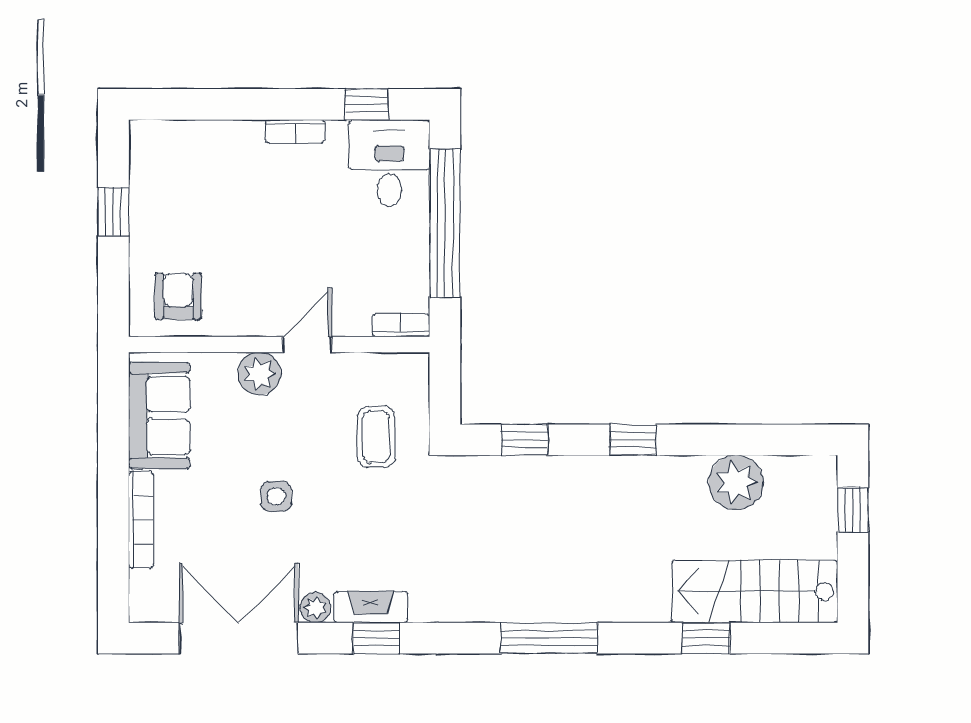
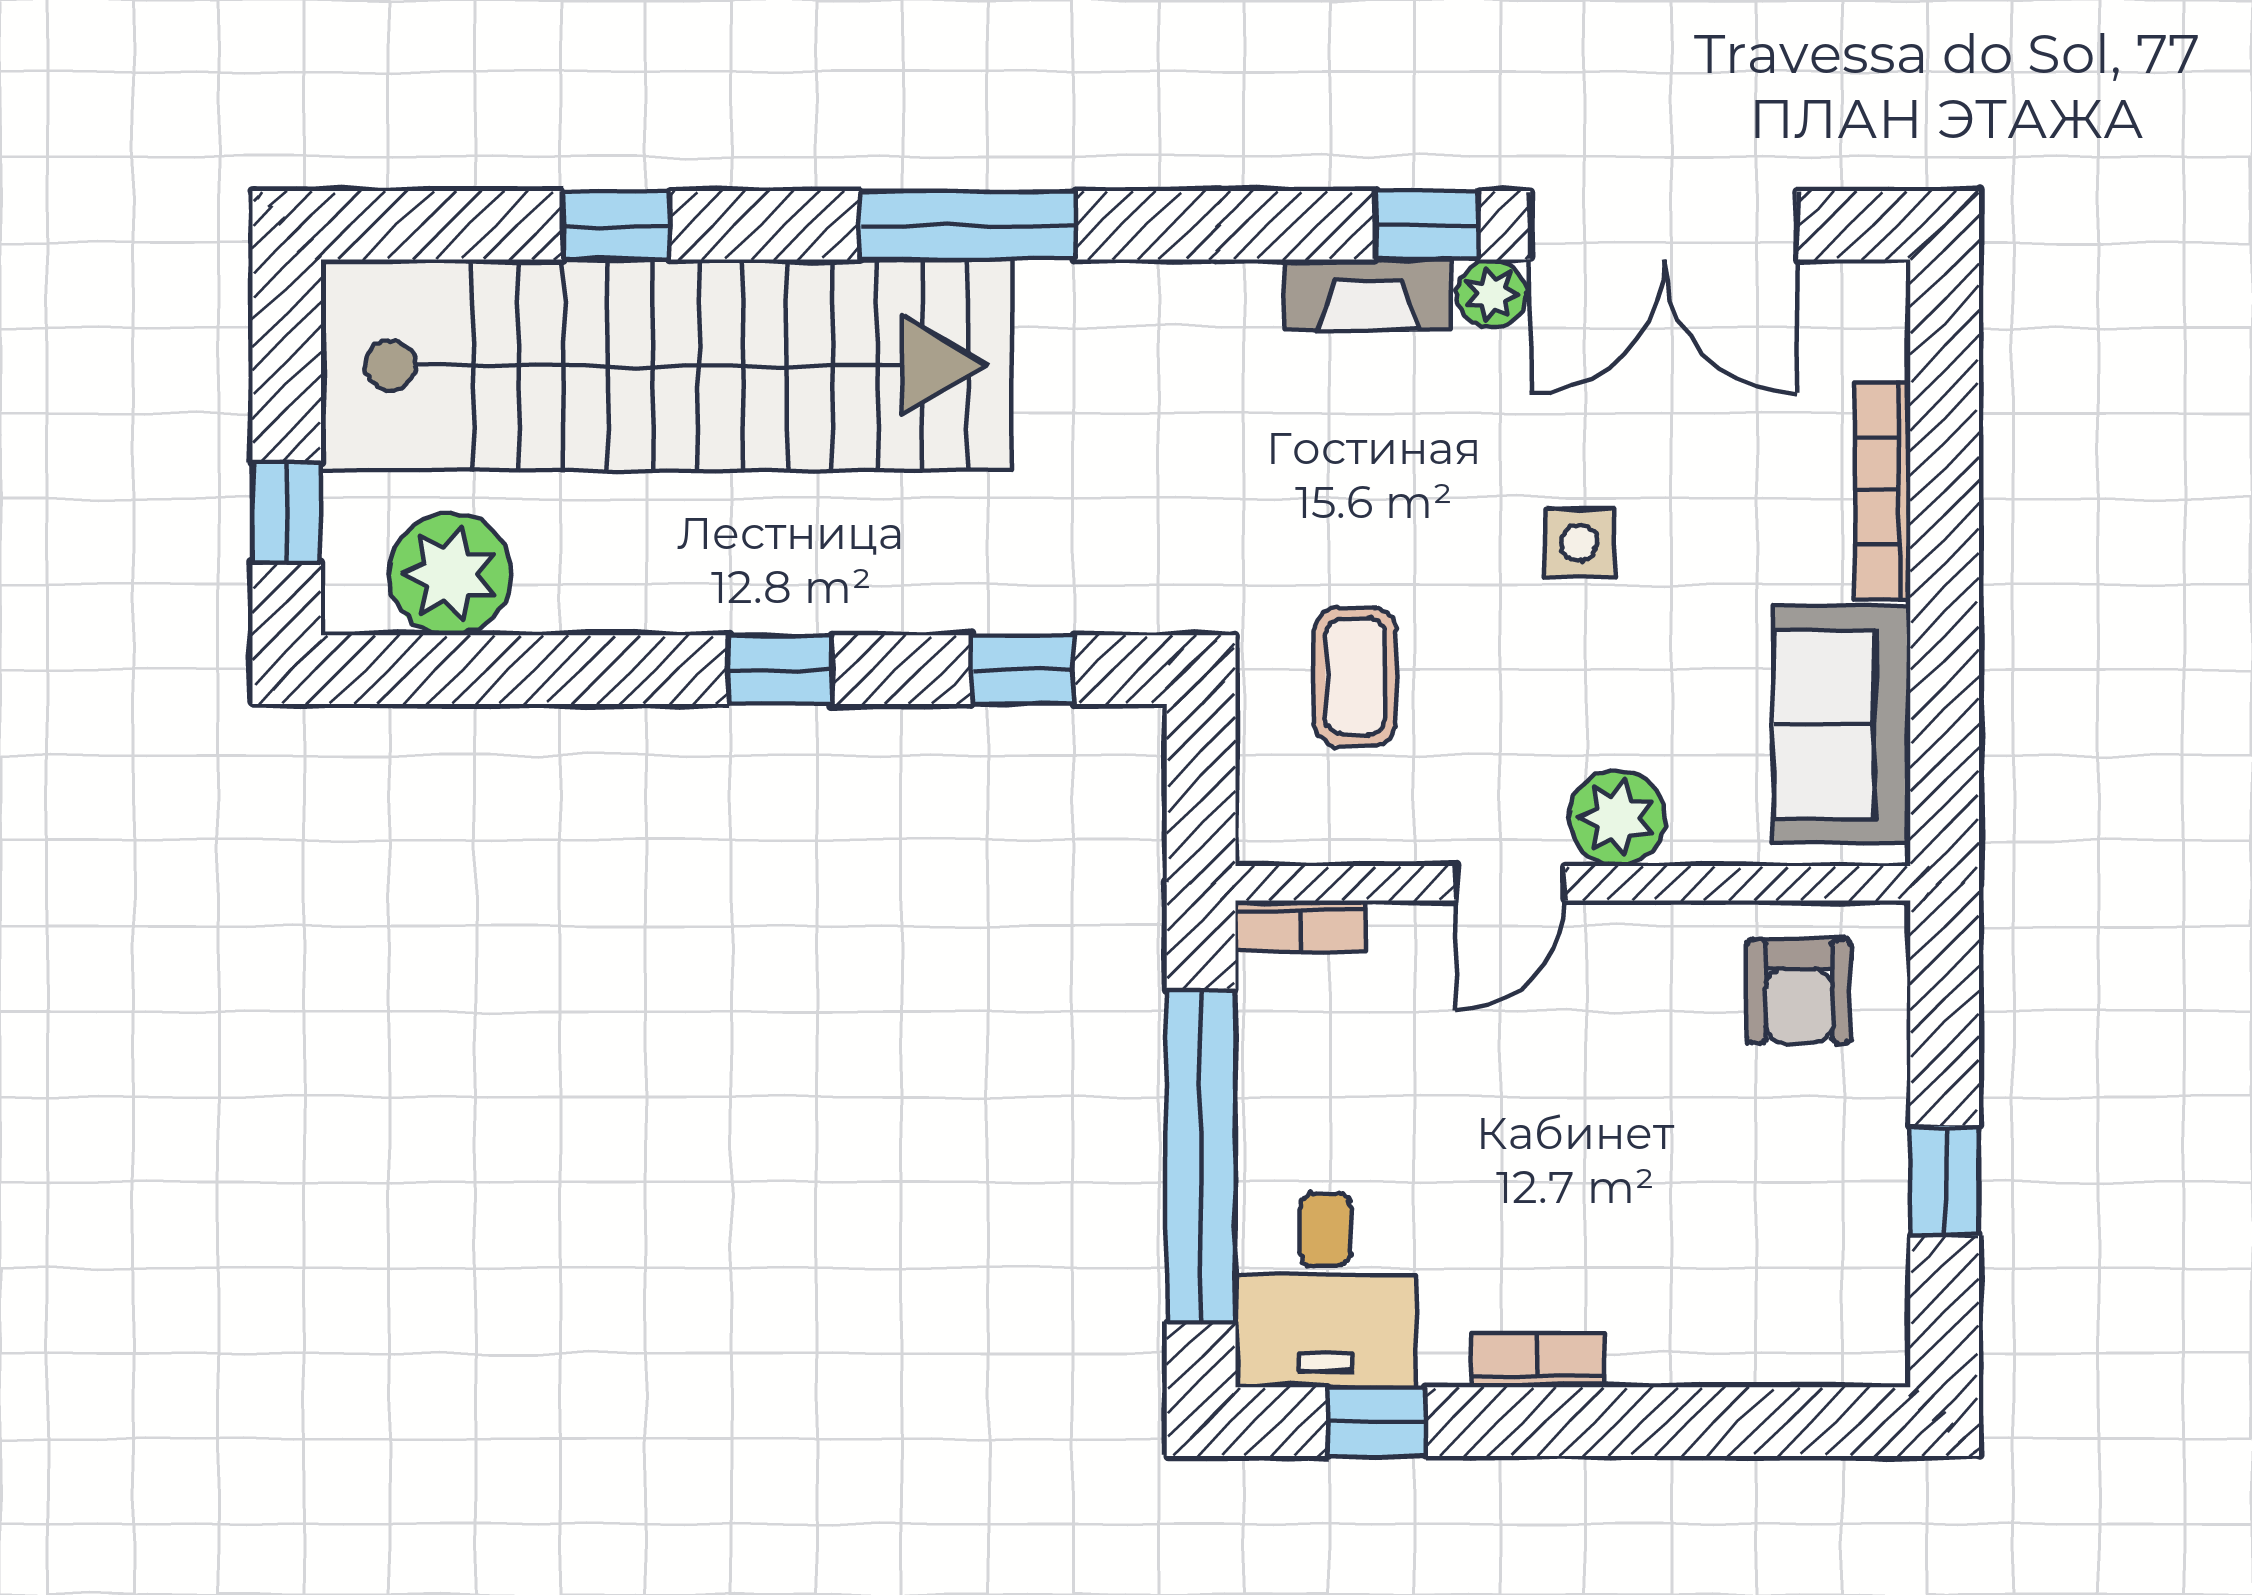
plant: (736, 482) -> (450, 574), moved
stairs: (755, 591) -> (667, 365), width x1.86, depth x1.51
window: (377, 638) -> (1426, 225), moved

